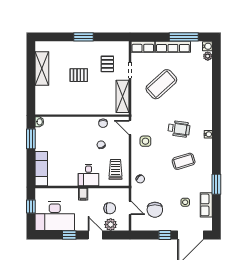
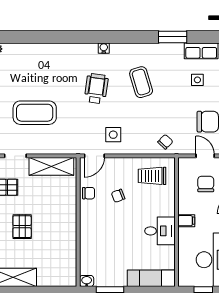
coffee table: (161, 84) -> (35, 113), turned -48
desk: (89, 175) -> (160, 231), moved
door: (130, 208) -> (205, 156), hinge flipped

